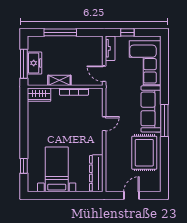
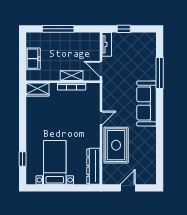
corner sofa: (145, 63) -> (141, 58), removed
window: (24, 64) -> (23, 59), removed
shelving: (59, 80) -> (72, 76), moved
window: (164, 121) -> (160, 73), moved
rug: (144, 153) -> (116, 145), moved

